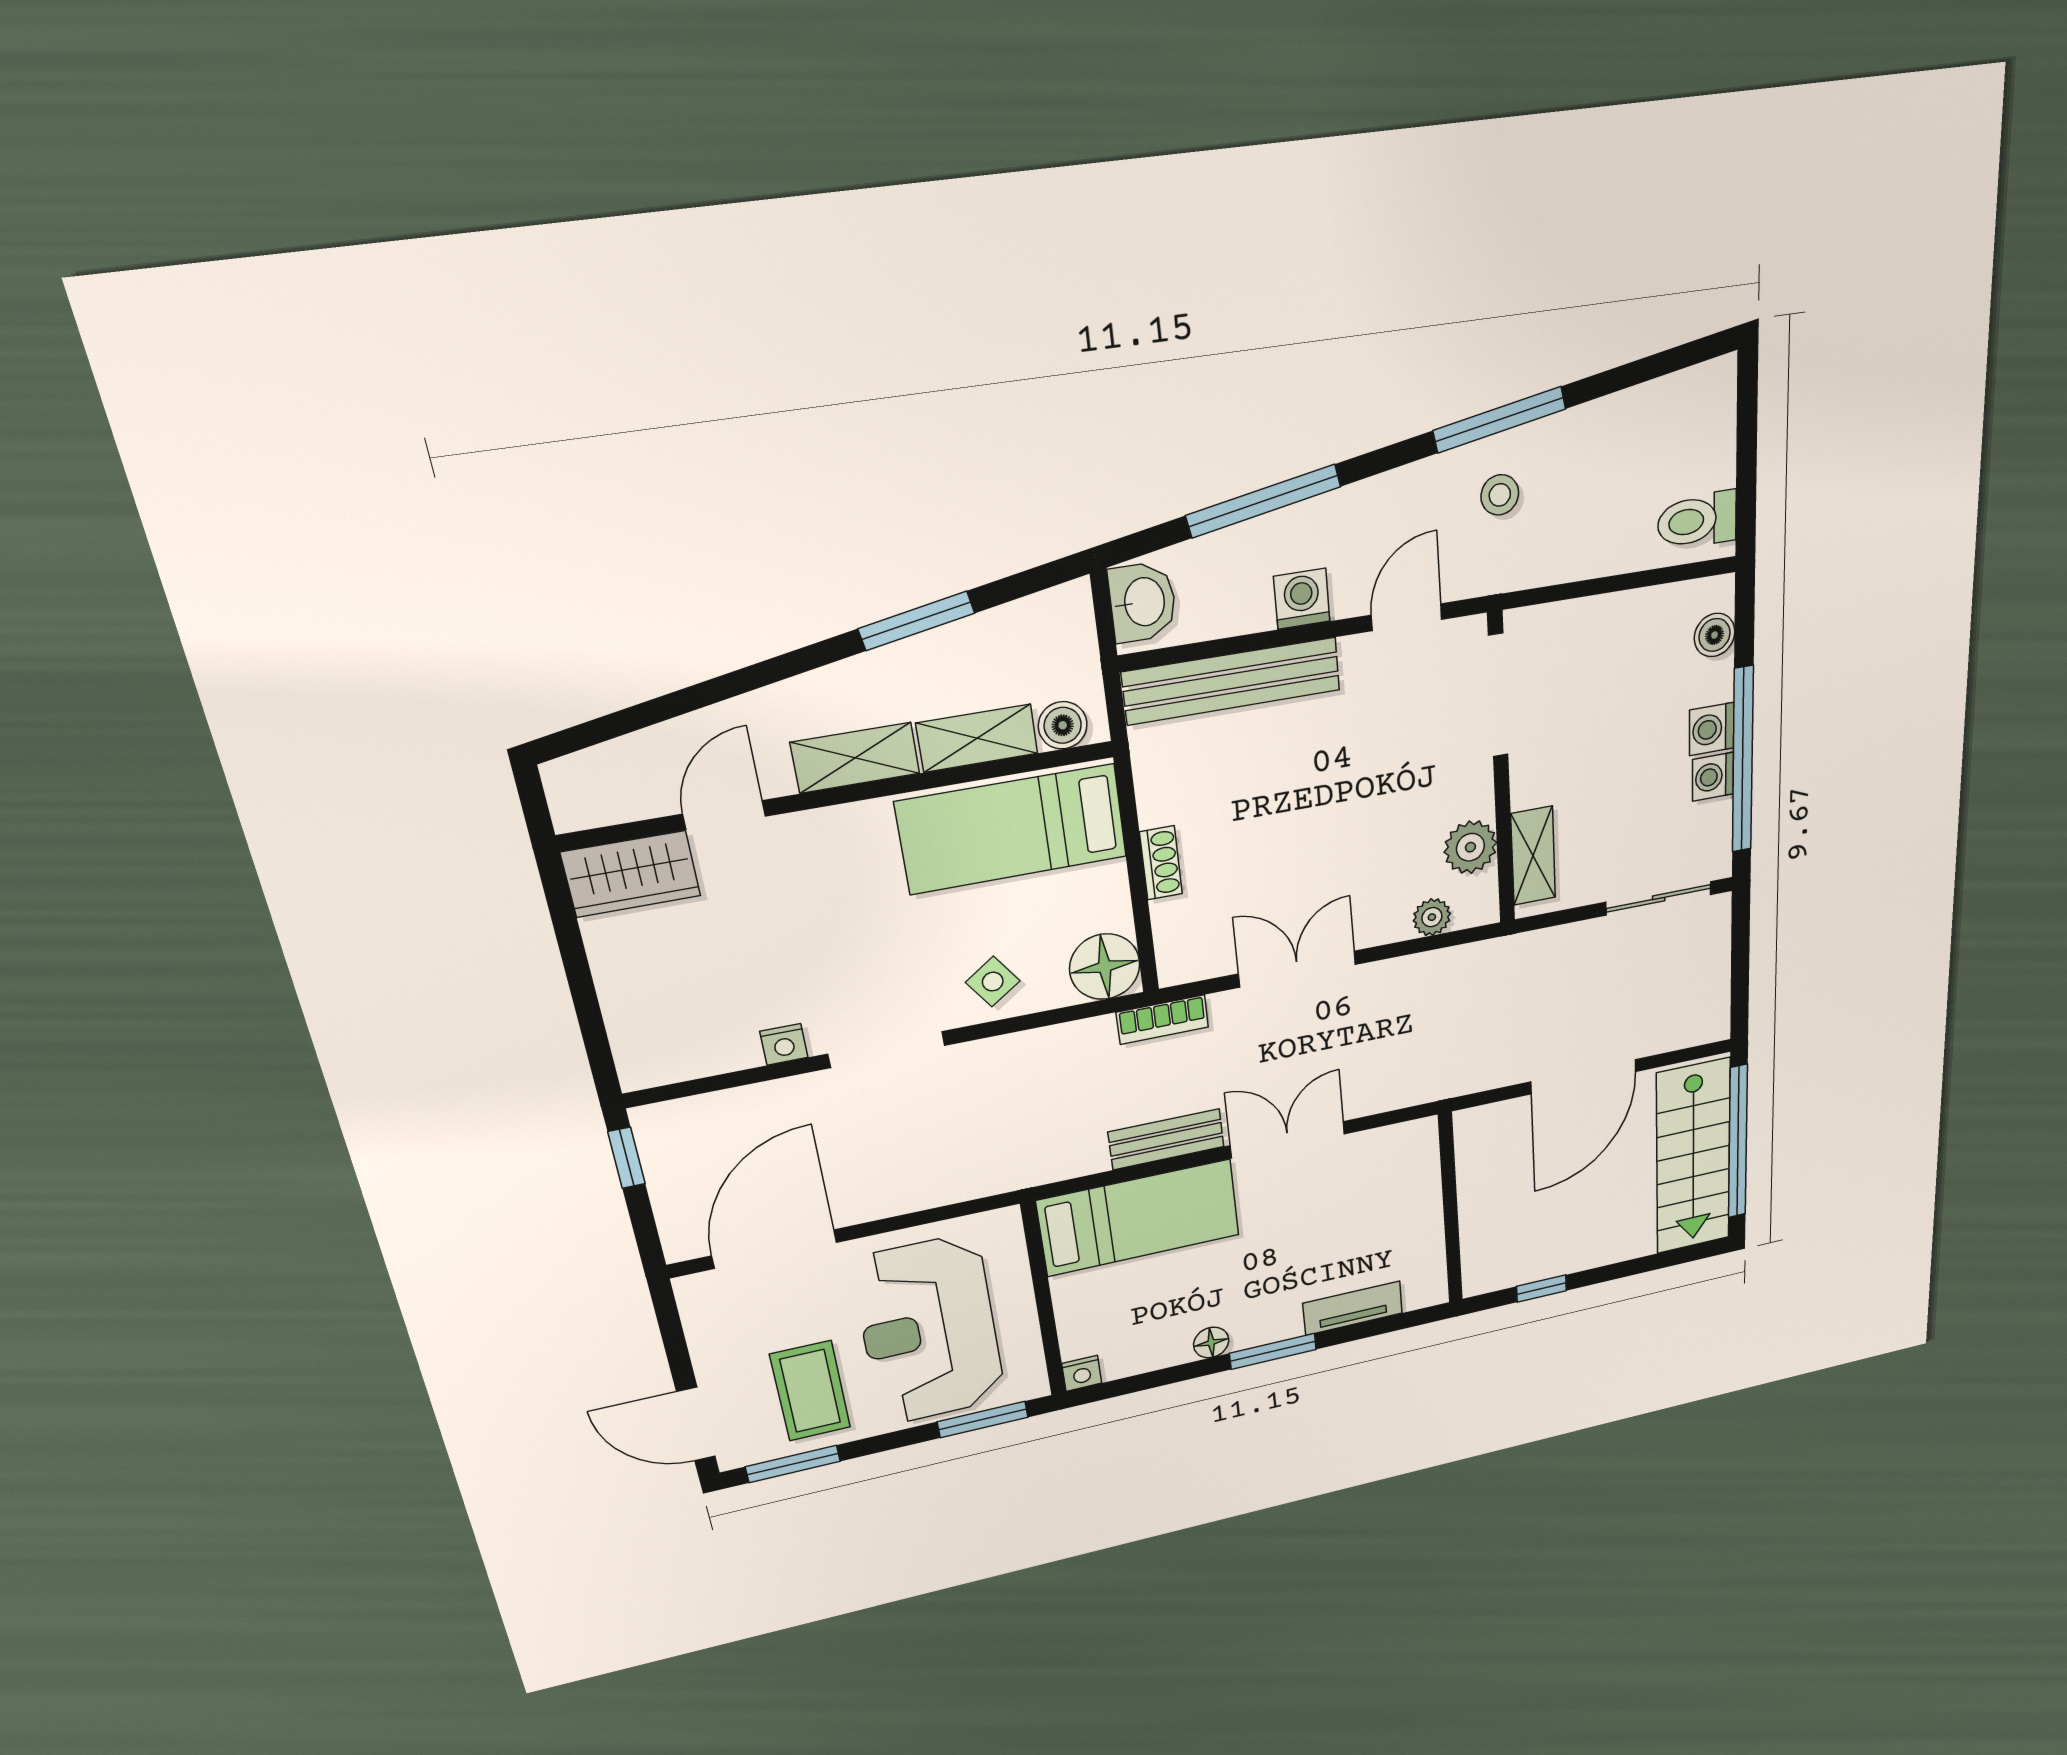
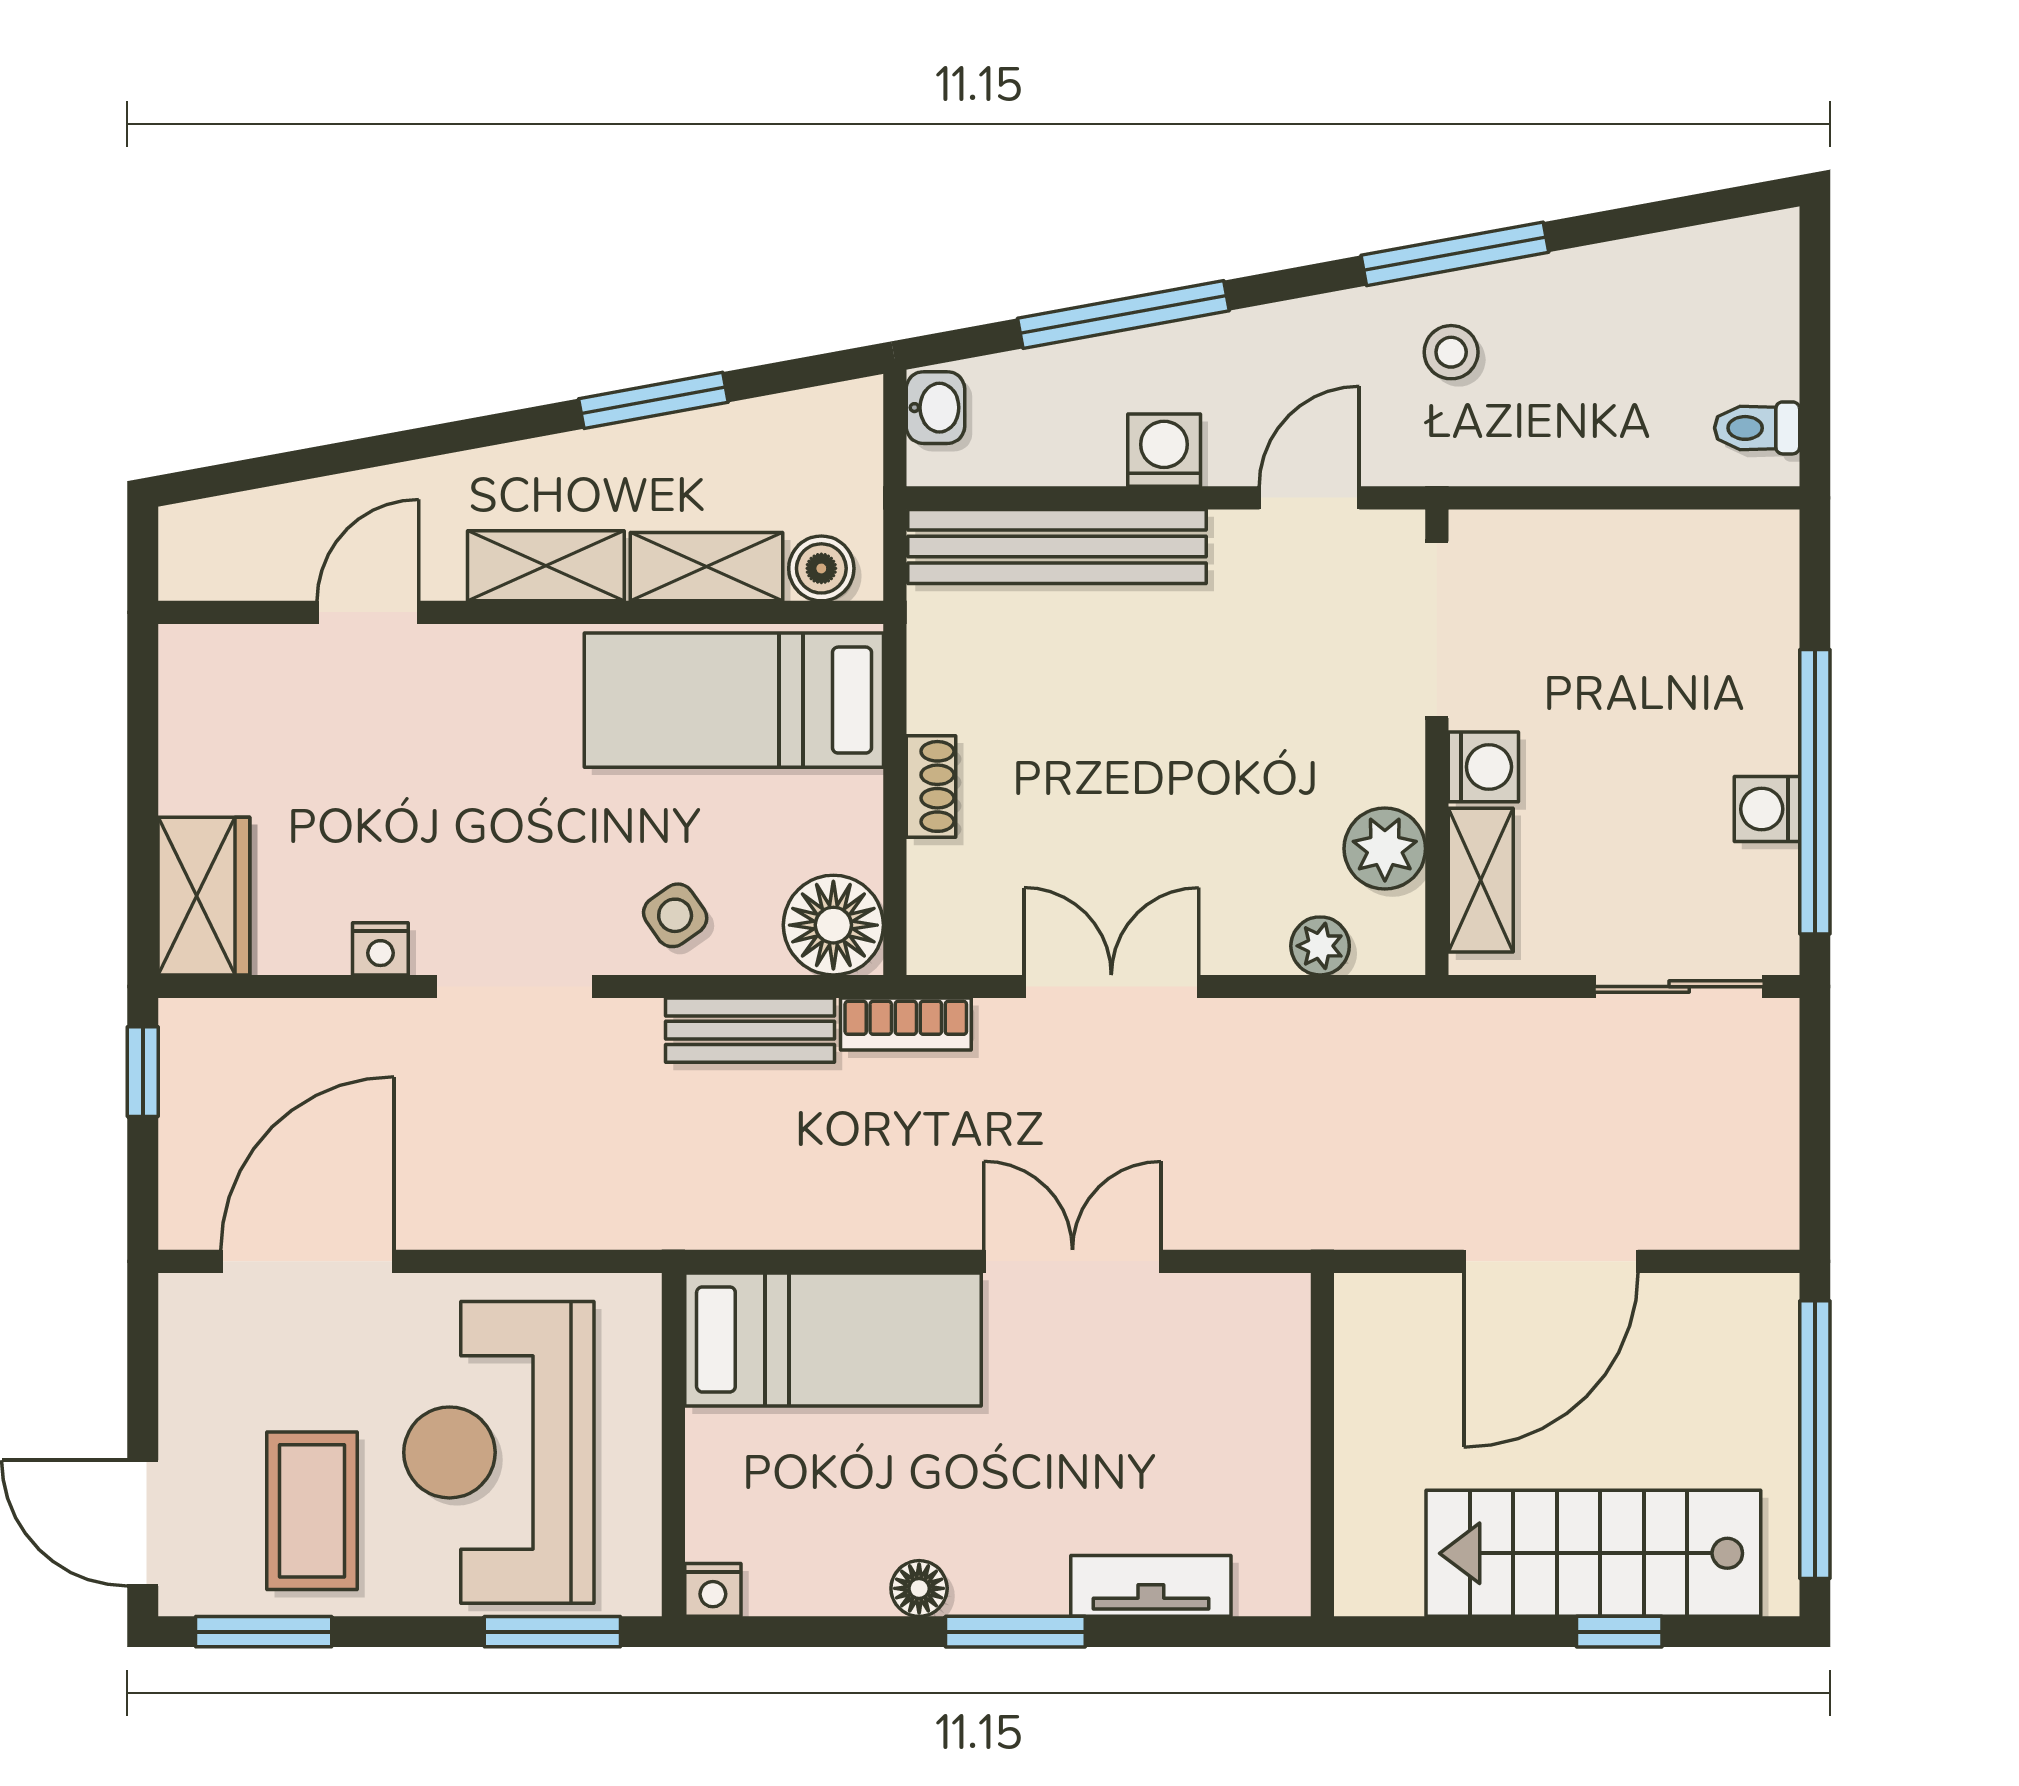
toilet: (1697, 520) -> (1757, 428), width x0.73, depth x0.72
washbasin: (1143, 602) -> (935, 408), width x0.72, depth x0.69
boiler: (1715, 635) -> (1768, 595), removed
washing machine: (1712, 729) -> (1483, 767), moved, turned 180
wardrobe: (631, 874) -> (204, 896), moved, turned -90
bench: (1166, 1139) -> (750, 1030), moved
stairs: (1693, 1157) -> (1593, 1553), moved, turned 90
window: (1541, 1289) -> (1619, 1632), moved

